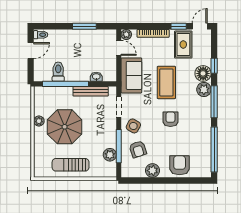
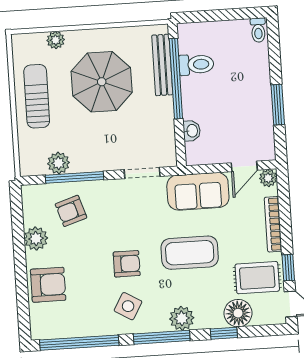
door: (31, 51) -> (230, 15), removed
floor lamp: (203, 73) -> (238, 313), moved
bench: (91, 91) -> (162, 65), moved
plant: (39, 121) -> (56, 40), moved
side table: (133, 126) -> (128, 306), moved

